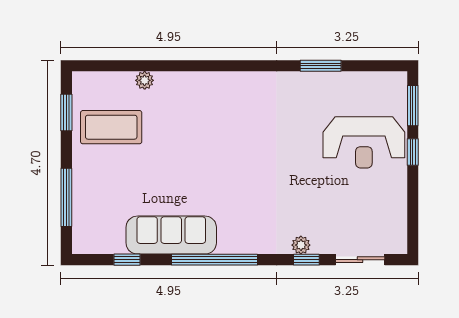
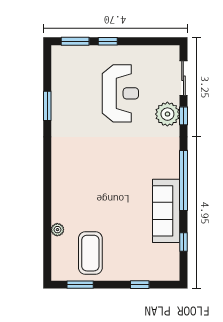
reception desk: (364, 142) -> (120, 93), moved
window: (66, 197) -> (140, 285), width x0.46
plant: (301, 245) -> (167, 114), width x1.88, depth x1.88

